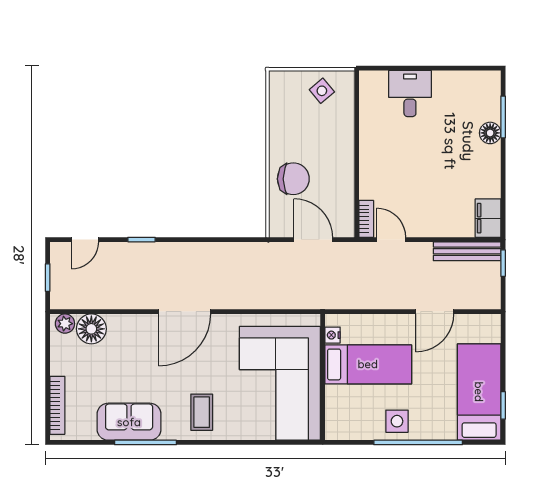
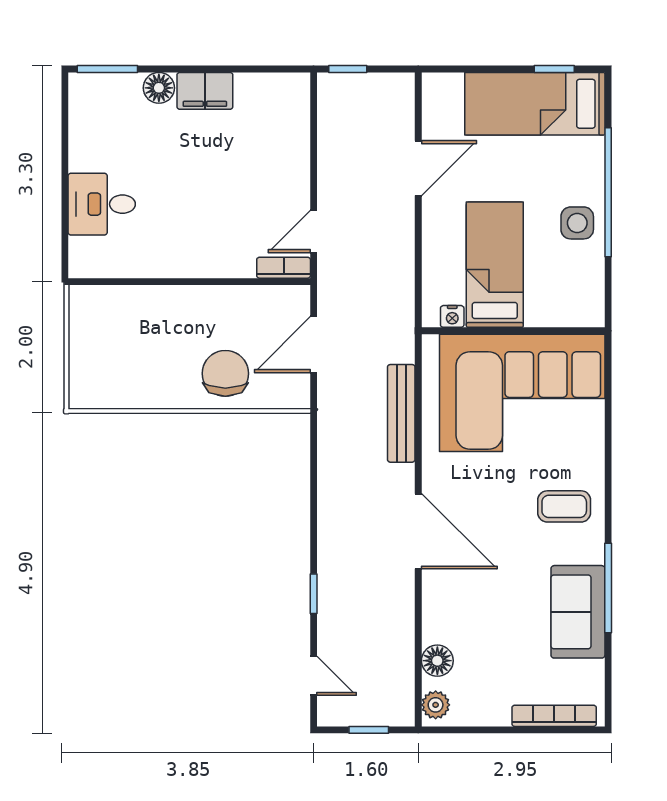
side table: (322, 91) -> (98, 332), removed
window: (503, 117) -> (107, 69), moved
filing cabinet: (488, 218) -> (205, 91), moved
bench: (467, 251) -> (401, 413), moved
door: (435, 312) -> (418, 168), hinge flipped
floor lamp: (91, 329) -> (437, 661), width x0.73, depth x0.73

